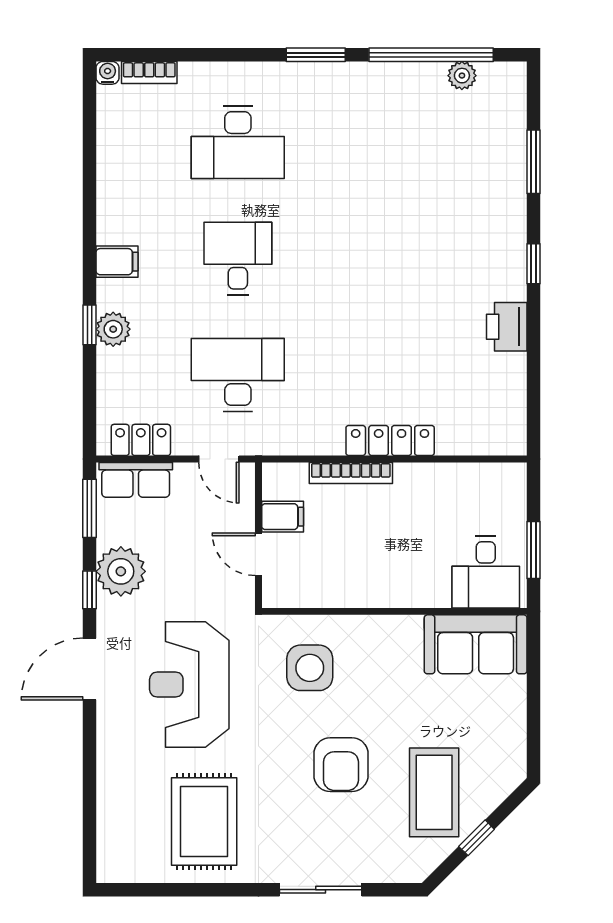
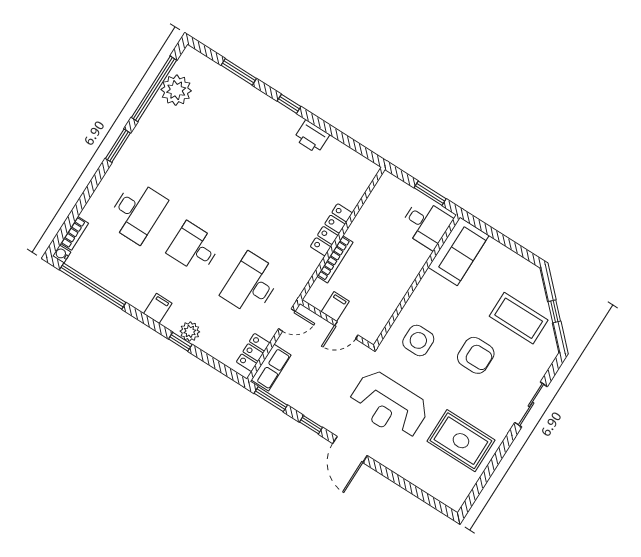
plant: (462, 76) -> (176, 90), width x1.87, depth x1.87
window: (89, 147) -> (93, 286), added
plant: (121, 571) -> (312, 403), removed

